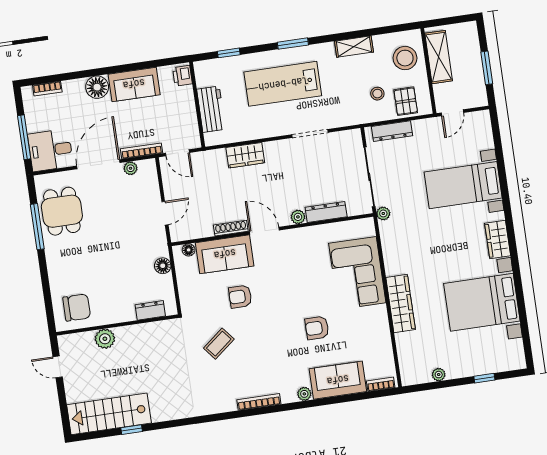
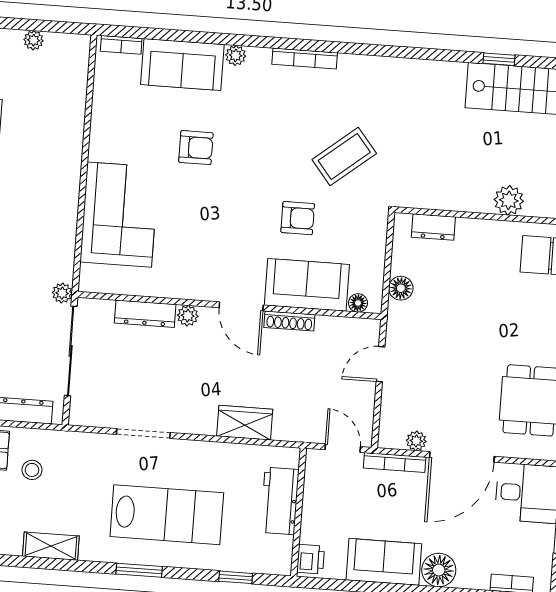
wardrobe: (401, 304) -> (66, 156), removed
coffee table: (219, 344) -> (344, 156), width x1.36, depth x1.30

